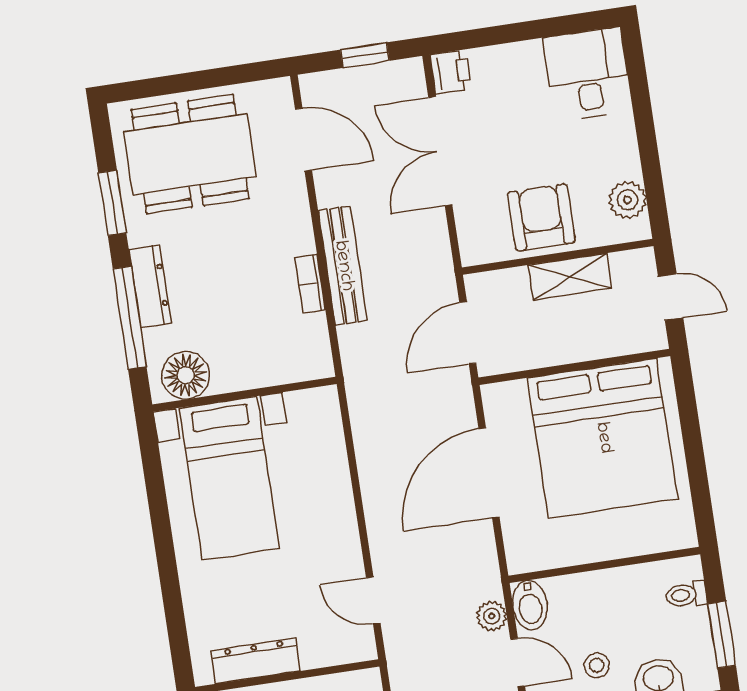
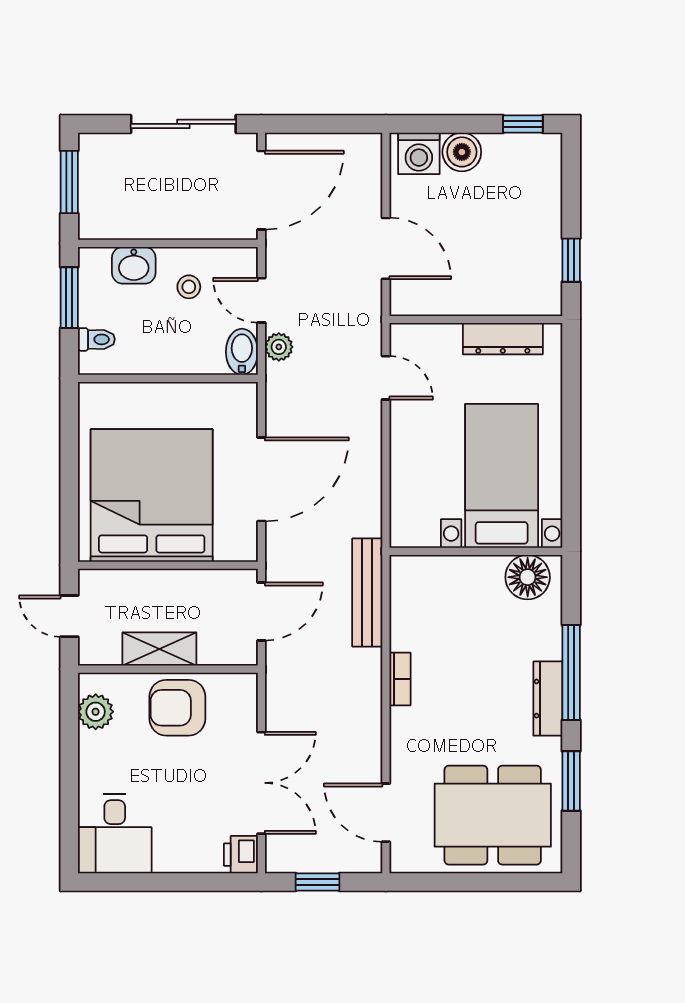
armchair: (541, 217) -> (177, 708), turned 90
bench: (343, 266) -> (367, 593), moved
floor lamp: (186, 375) -> (528, 577), moved
wall: (244, 394) -> (476, 551), moved
bed with nightstands: (229, 478) -> (502, 476), moved

